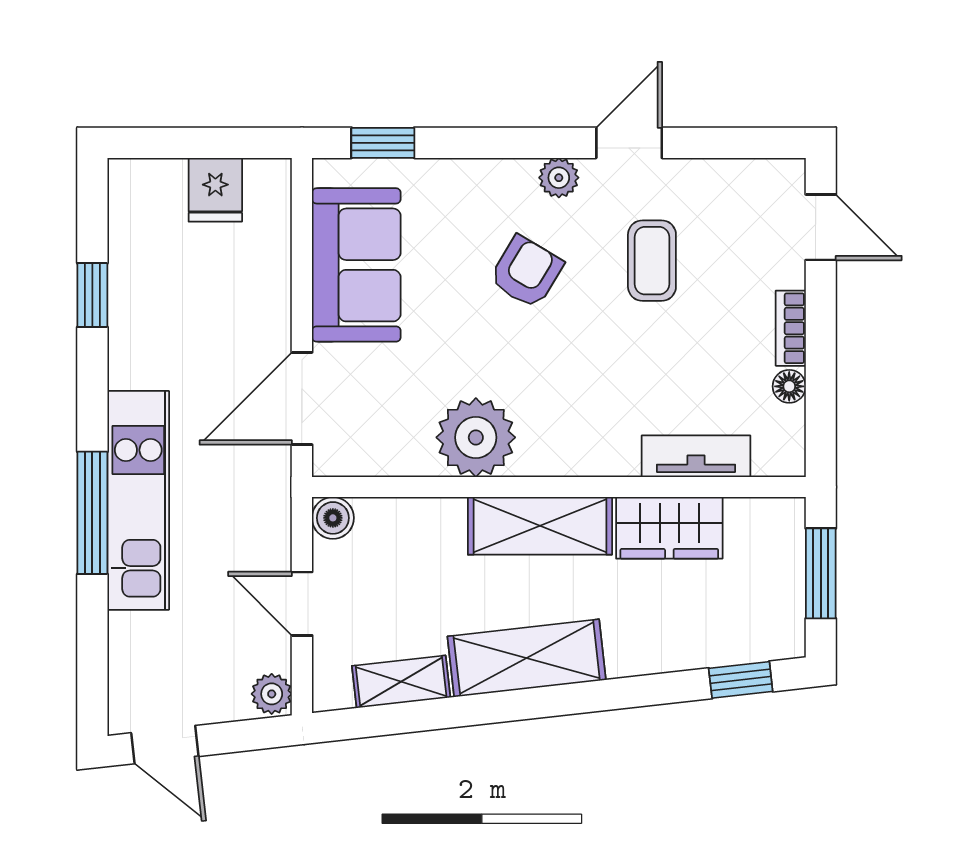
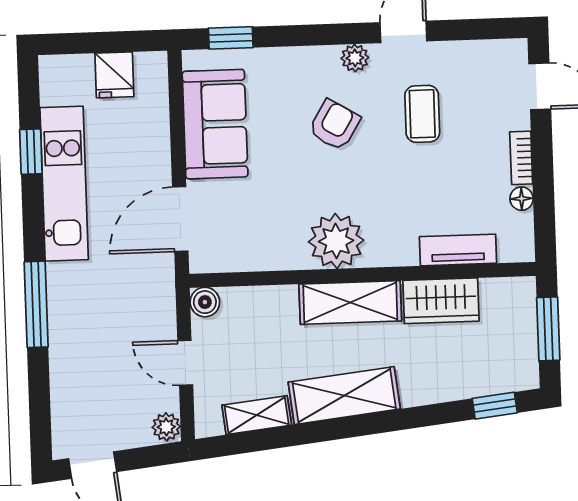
plant: (476, 437) -> (336, 241), moved
kitchen unit: (138, 500) -> (64, 184), moved

